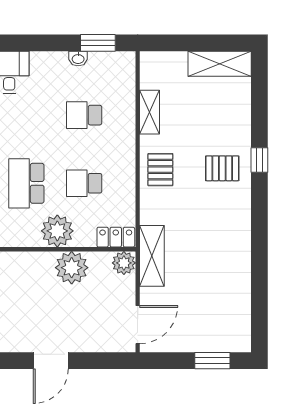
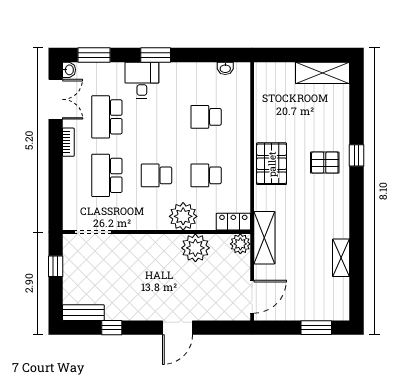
window: (98, 43) -> (156, 55), moved
washbasin: (78, 59) -> (225, 68), moved
shelving: (150, 112) -> (341, 258), moved
pallet: (160, 170) -> (272, 164), width x1.50, depth x1.42
school desk: (26, 183) -> (157, 175), width x0.54

